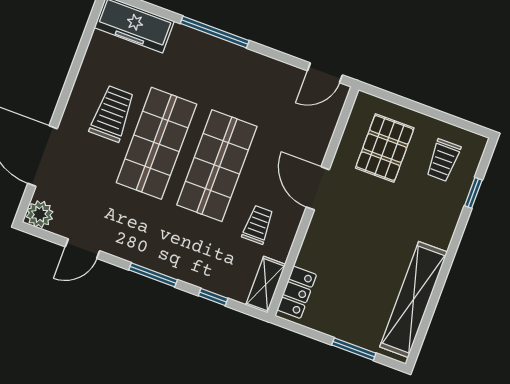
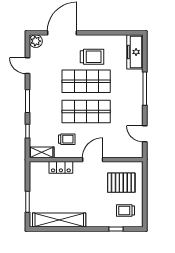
door: (325, 73) -> (145, 134), moved
locker: (297, 292) -> (61, 167), moved

